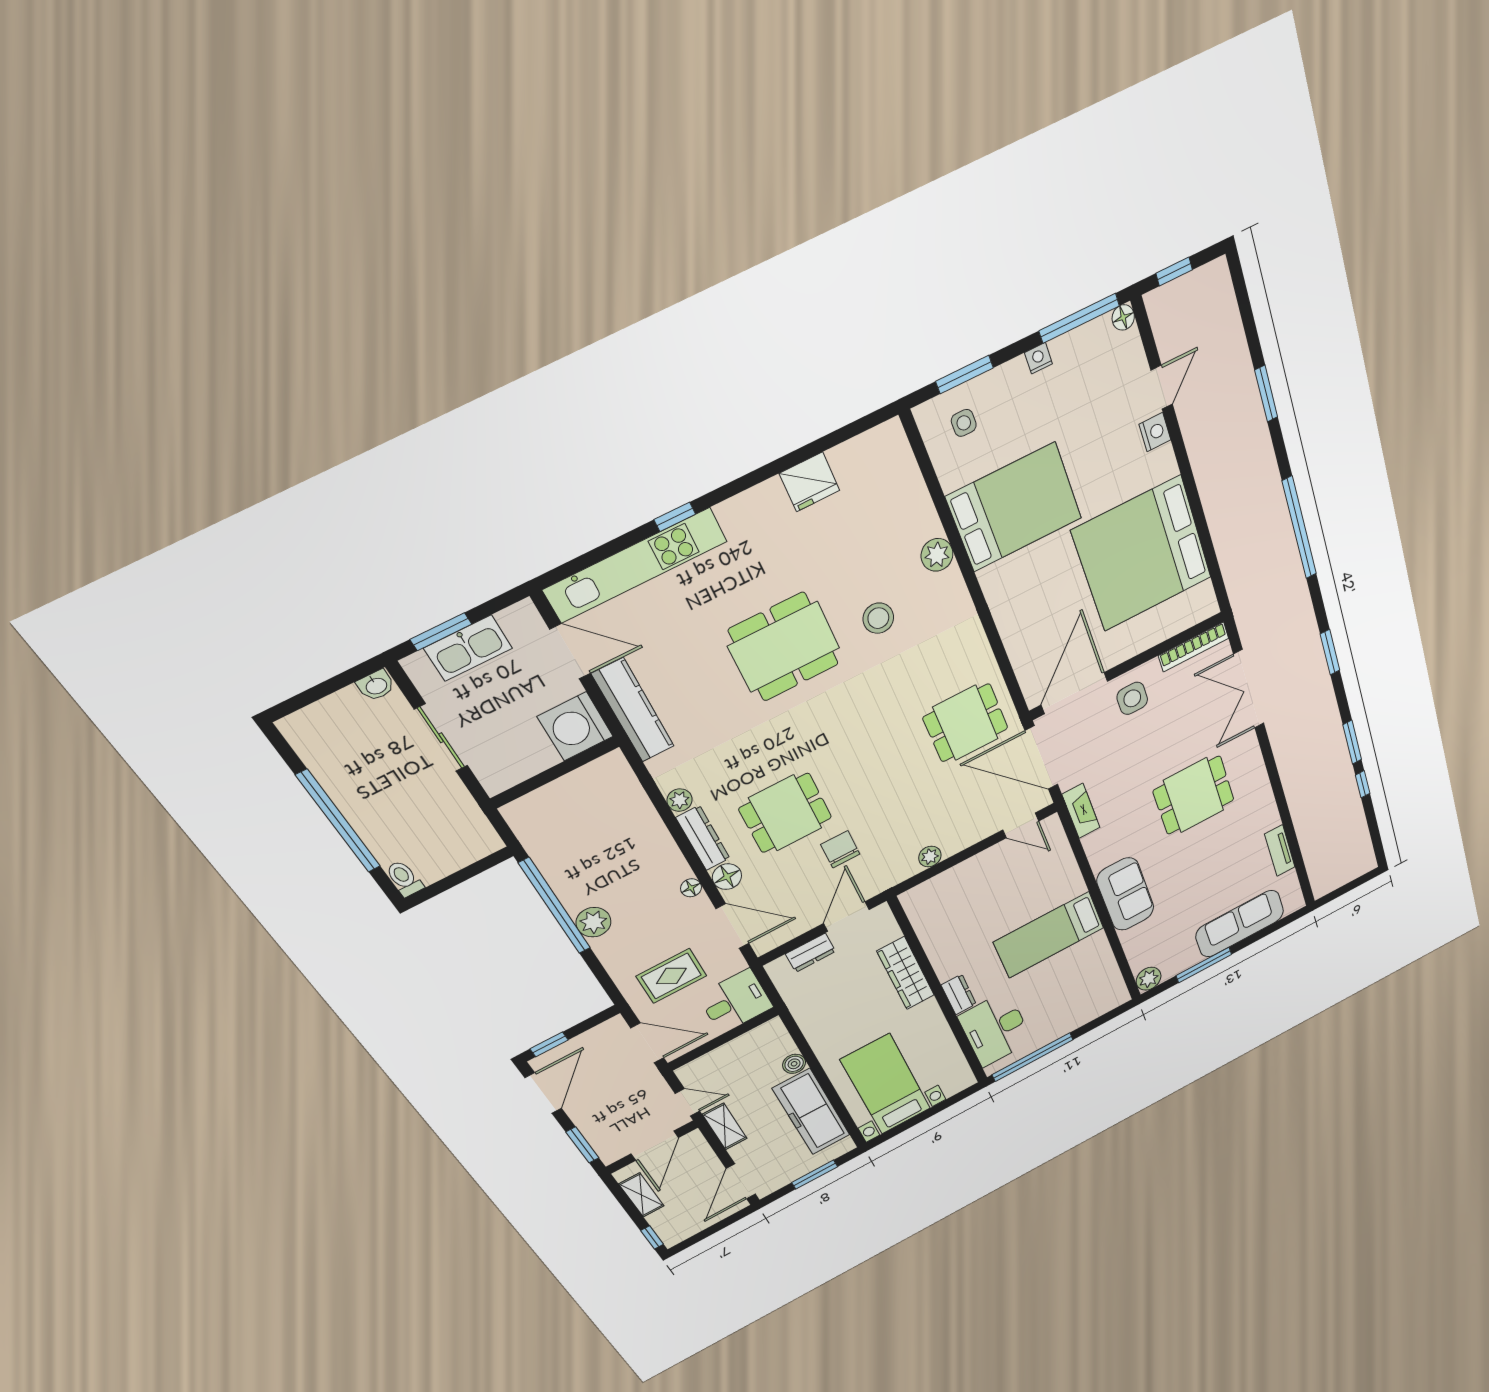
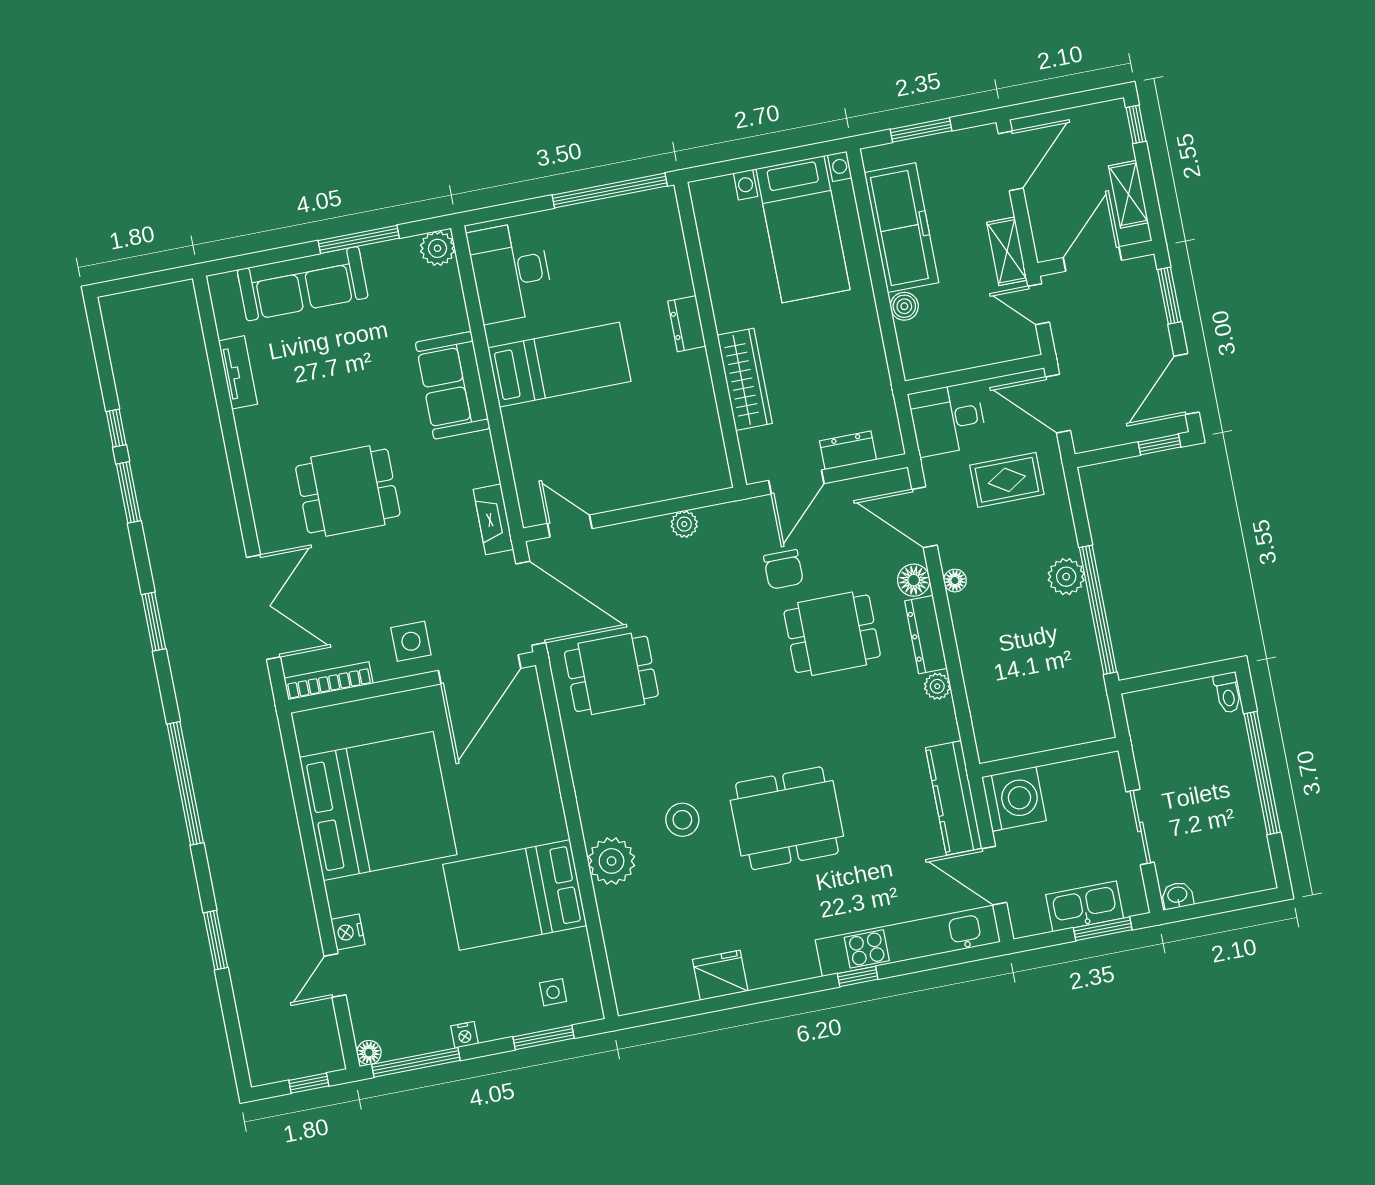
plant: (937, 555) -> (612, 861), width x1.36, depth x1.36
desk: (995, 1029) -> (511, 272), moved, turned 180

